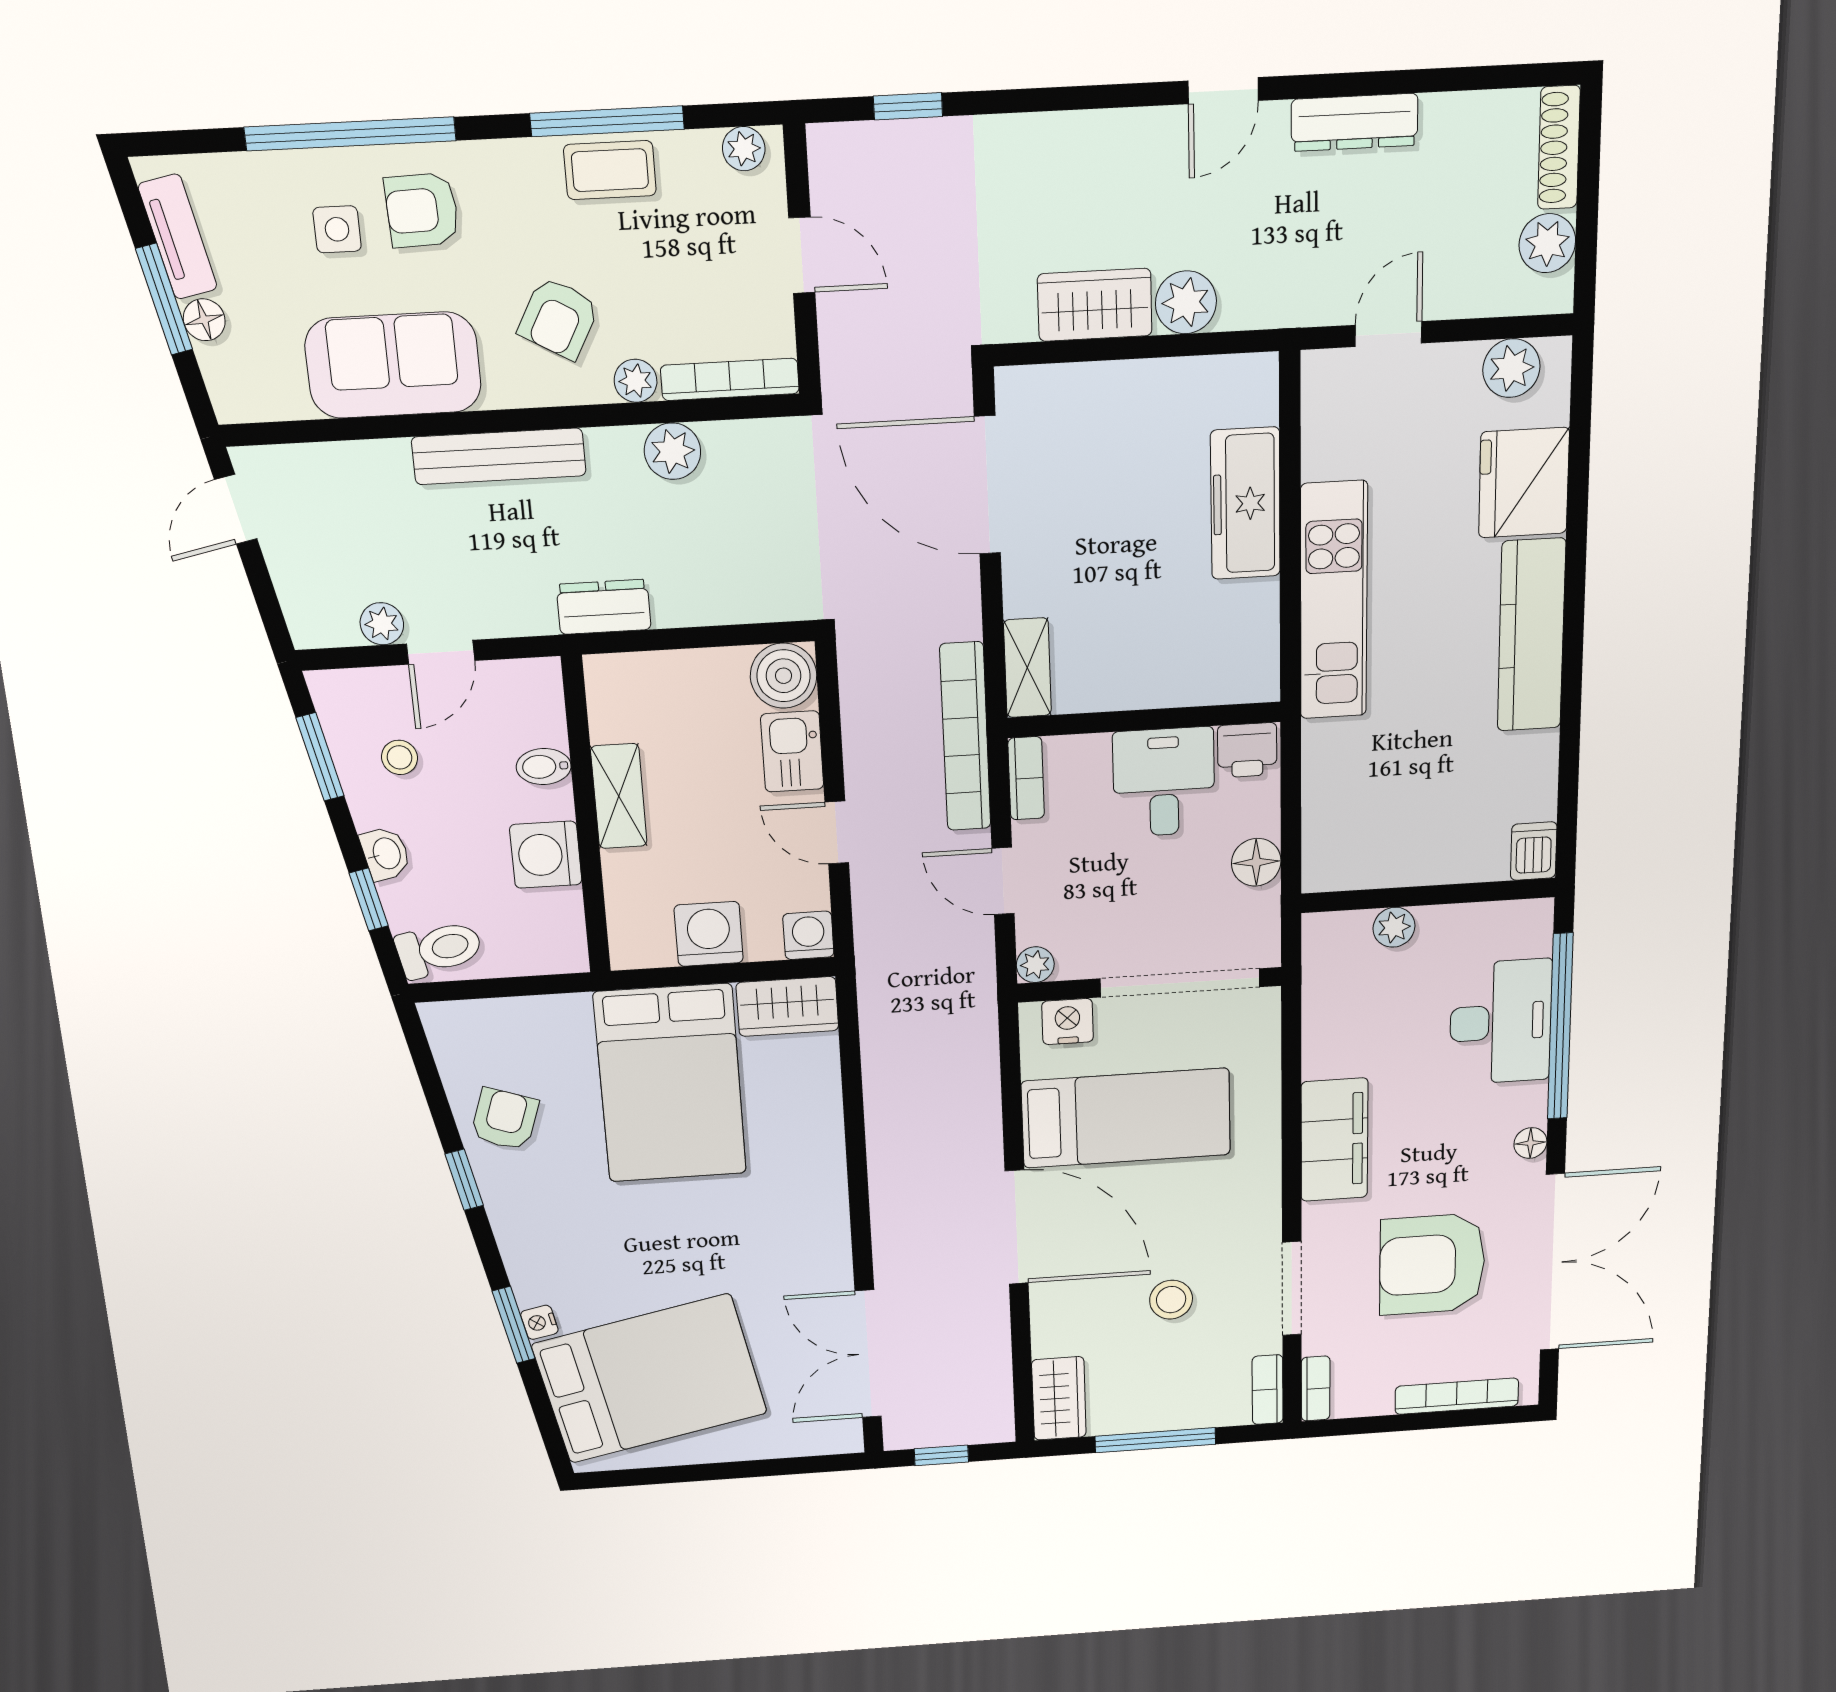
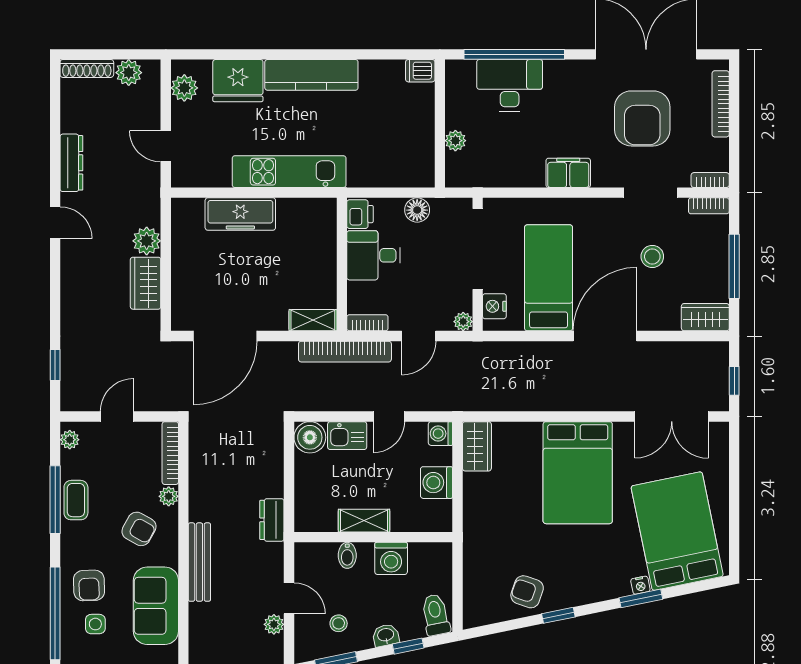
plant: (672, 451) -> (201, 482), removed
bed: (670, 1083) -> (578, 473), moved, turned 90
filing cabinet: (1334, 1140) -> (568, 173), width x0.67, depth x0.86
floor lamp: (1530, 1143) -> (577, 68), removed

